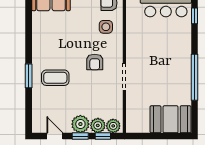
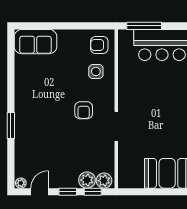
coffee table: (55, 78) -> (40, 128), removed
plant: (80, 124) -> (21, 183), moved, width x0.53, depth x0.53
door: (55, 136) -> (40, 192), hinge flipped

